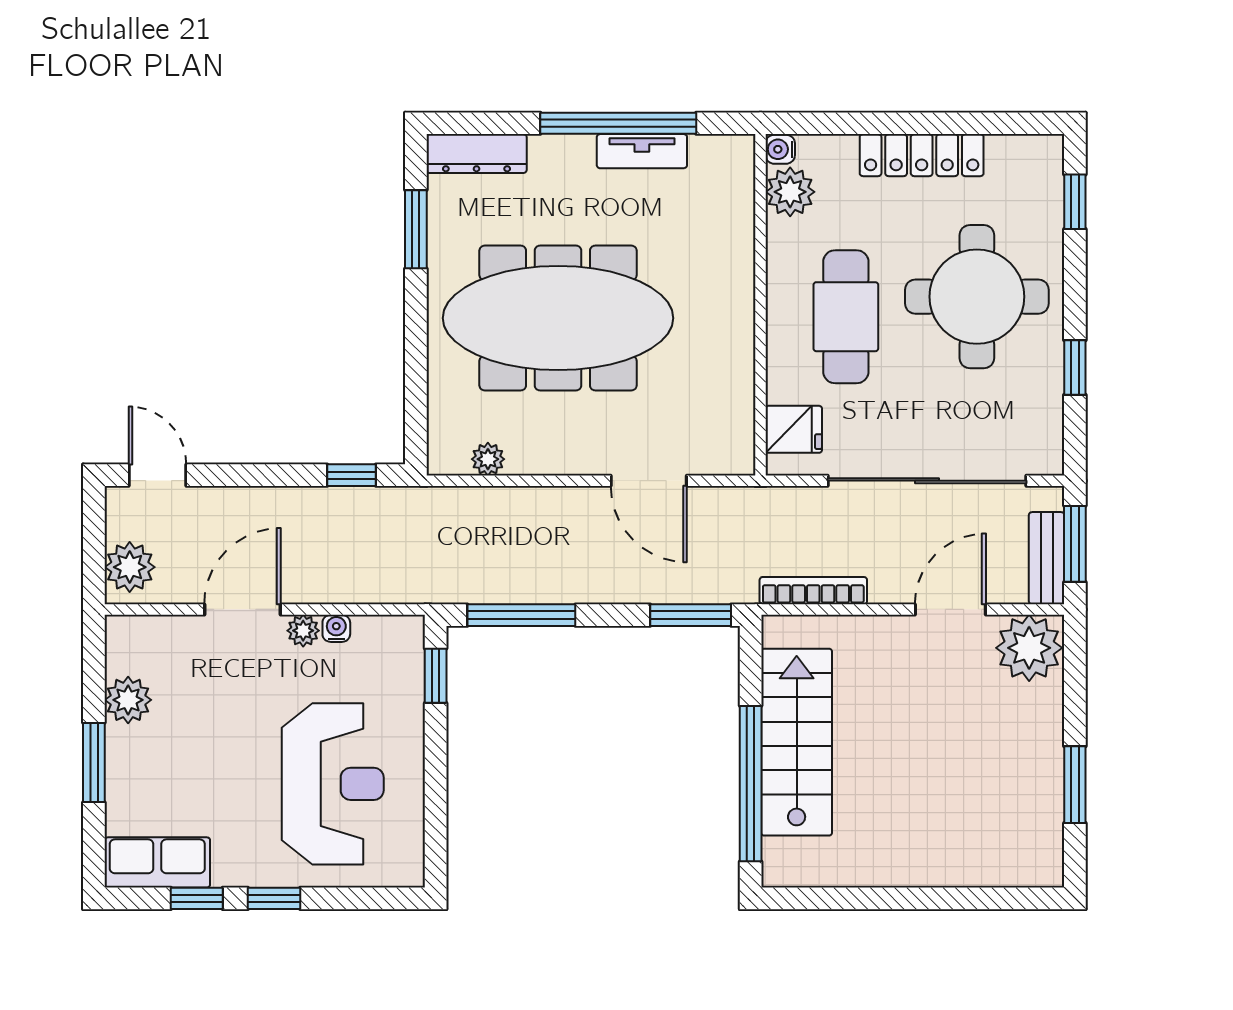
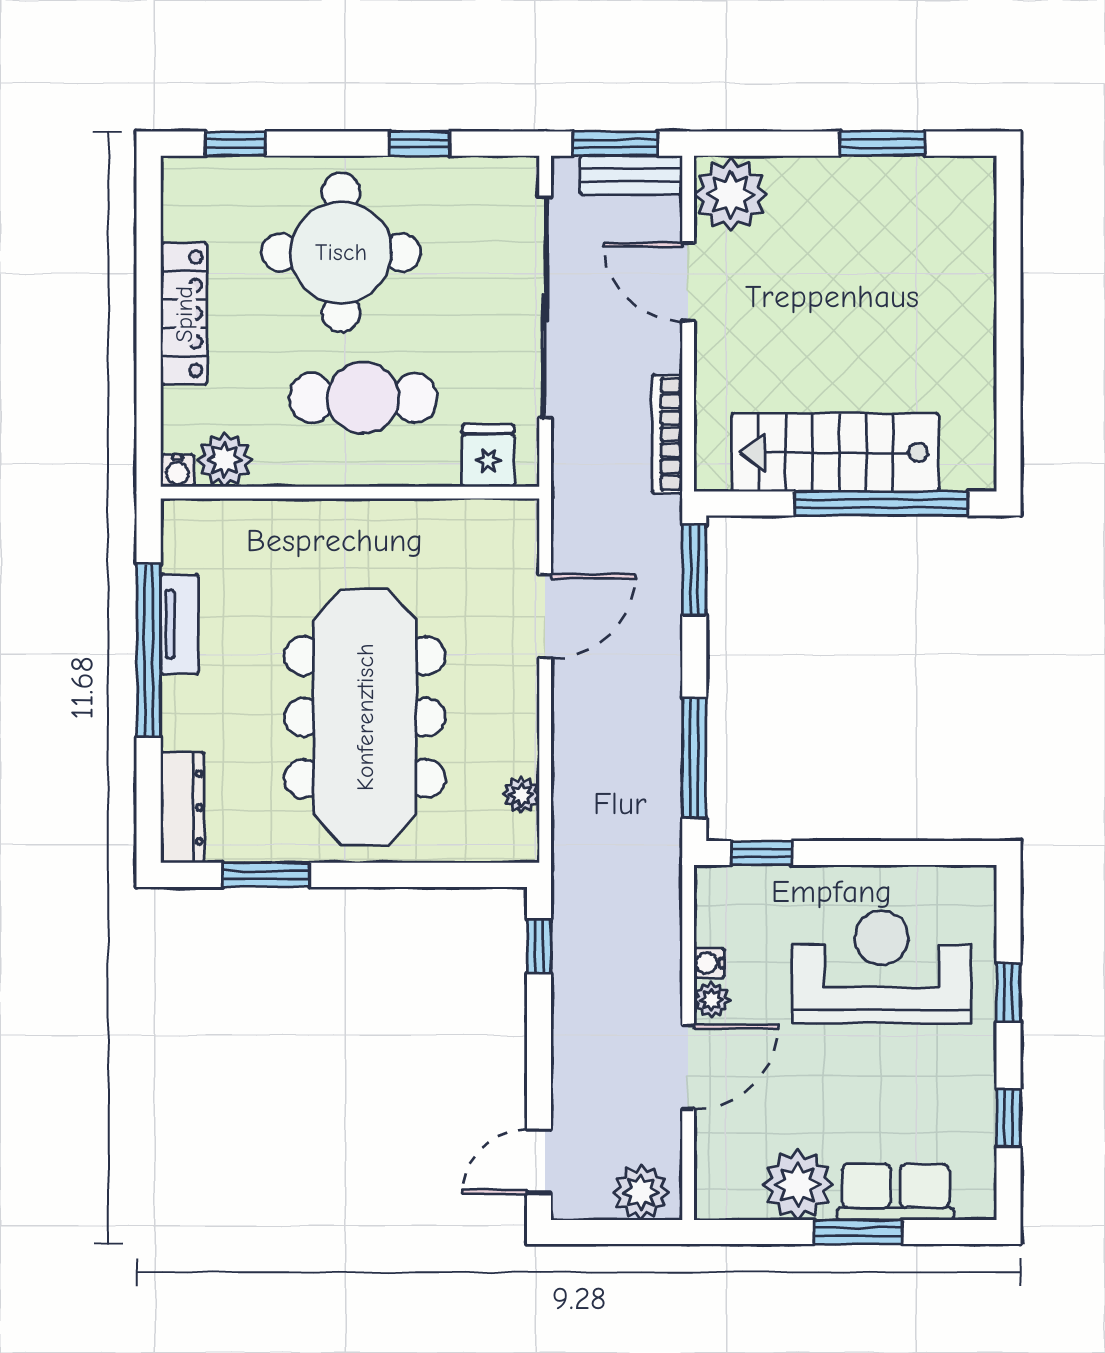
door: (242, 609) -> (688, 1067), swing flipped
plant: (128, 700) -> (798, 1185), width x1.36, depth x1.36
row of seats: (157, 862) -> (895, 1192), moved, turned 90
window: (274, 898) -> (1008, 993), moved

